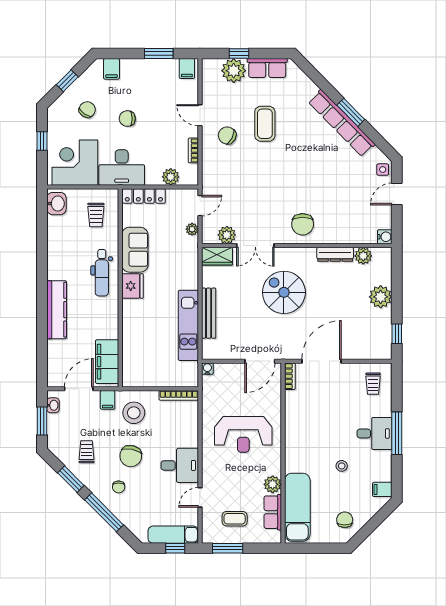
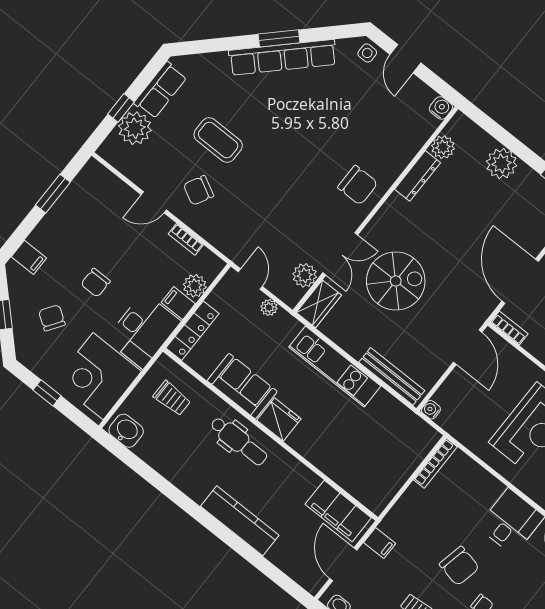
filing cabinet: (187, 68) -> (178, 303), moved, turned 180
spiral stairs: (284, 292) -> (396, 281), moved, turned 180
bench: (209, 313) -> (392, 376), moved
kitchen unit: (188, 325) -> (335, 366), moved
stool: (134, 413) -> (416, 526), removed

